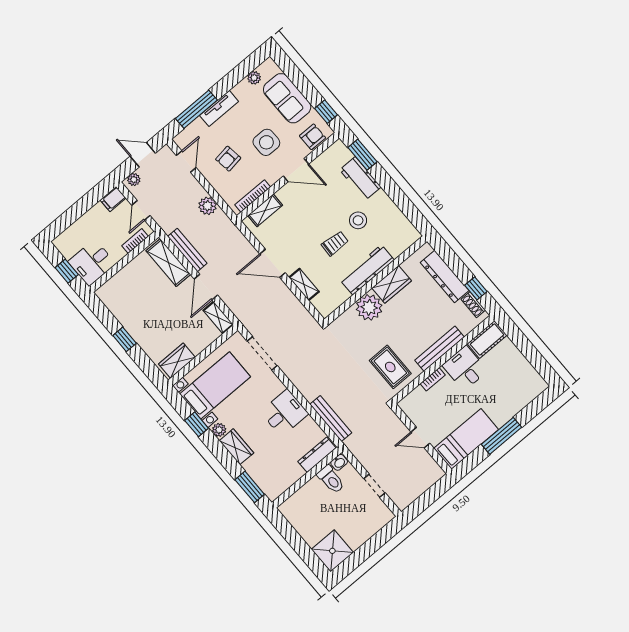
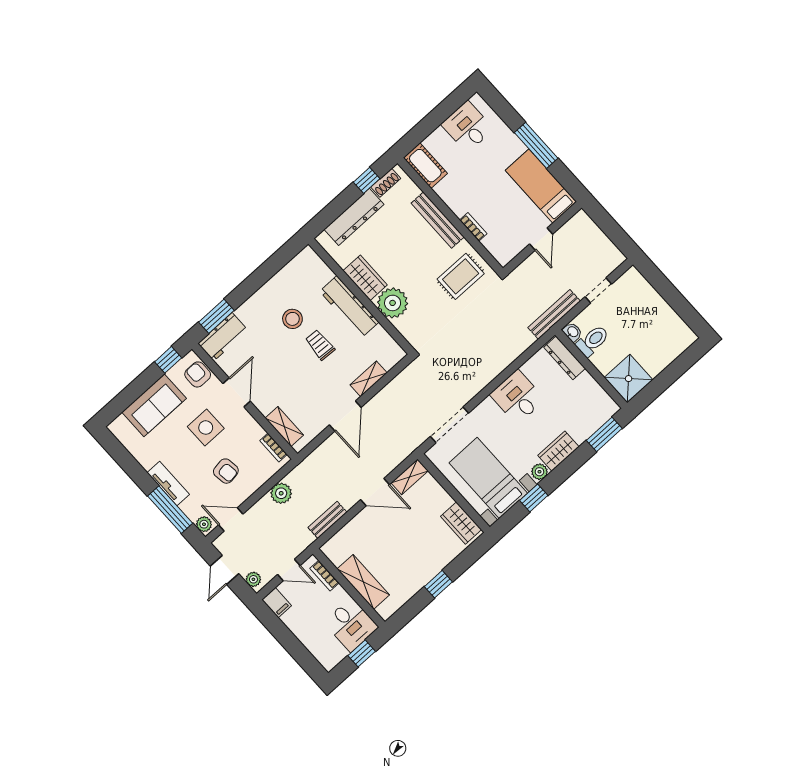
plant: (254, 78) -> (204, 524), moved
workbench: (360, 178) -> (223, 337), moved
bookcase: (253, 196) -> (273, 447), width x0.64
bench: (187, 250) -> (328, 520), width x0.73
shelving: (168, 263) -> (363, 582), moved, turned 90
desk: (465, 368) -> (467, 127), moved, turned 90
bench: (331, 419) -> (554, 314), moved
shower: (332, 551) -> (629, 379), moved

